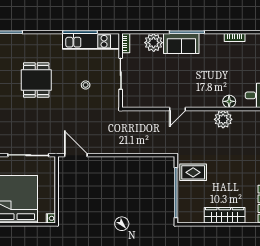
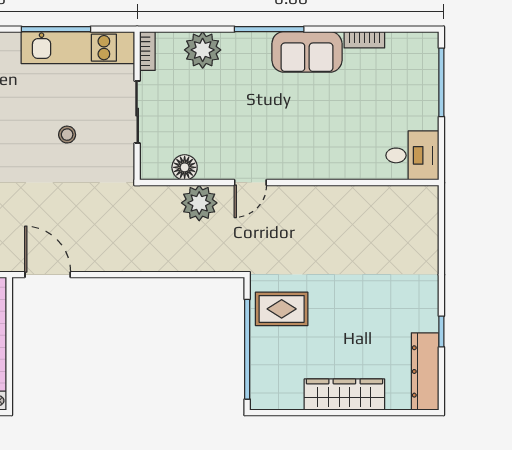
sofa: (181, 44) -> (307, 52), moved
floor lamp: (229, 101) -> (185, 167), moved
plant: (223, 119) -> (199, 203), moved

